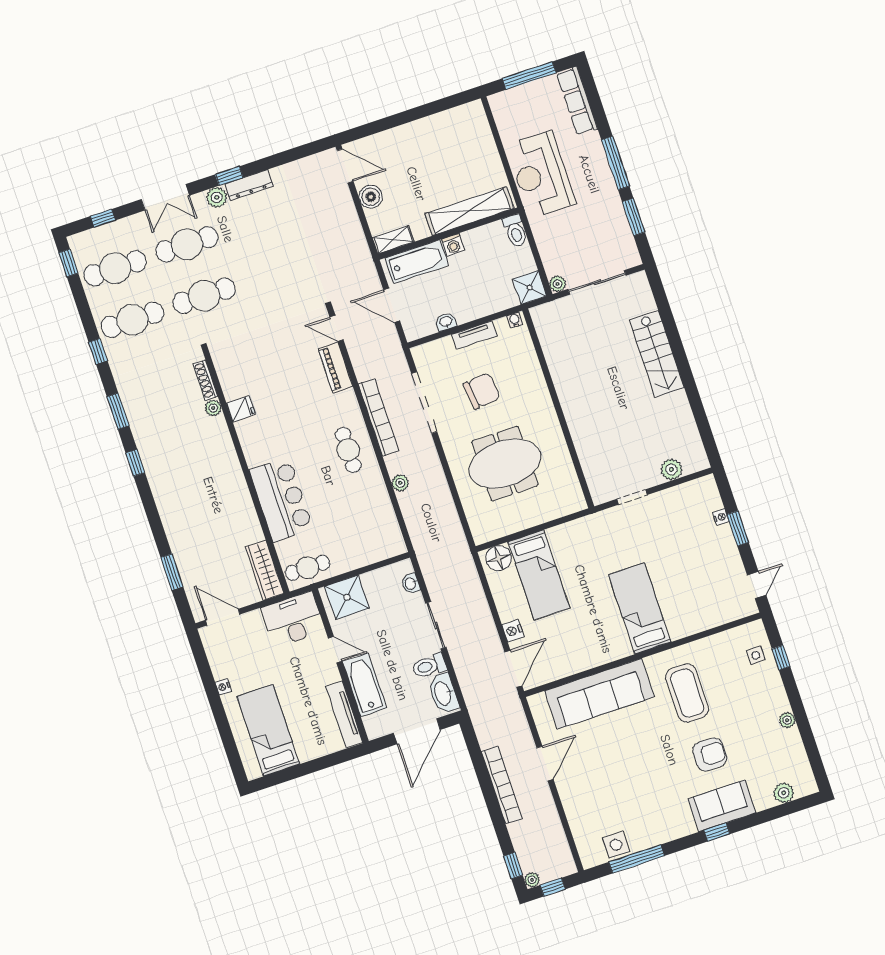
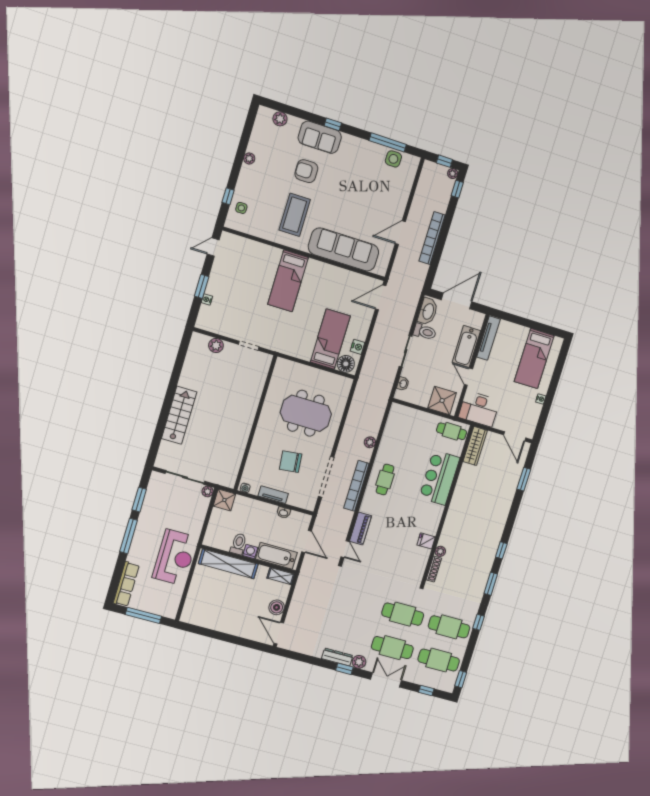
toilet: (515, 231) -> (238, 544), moved
nightstand: (513, 631) -> (358, 347), moved

